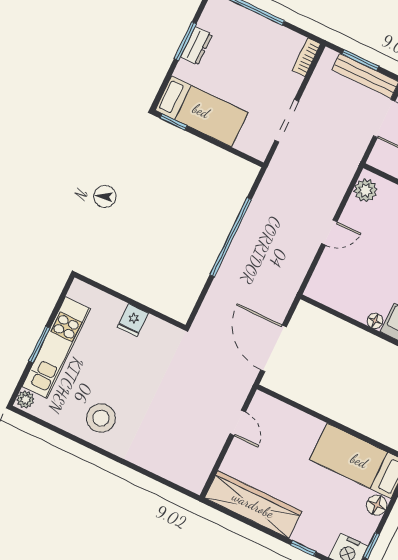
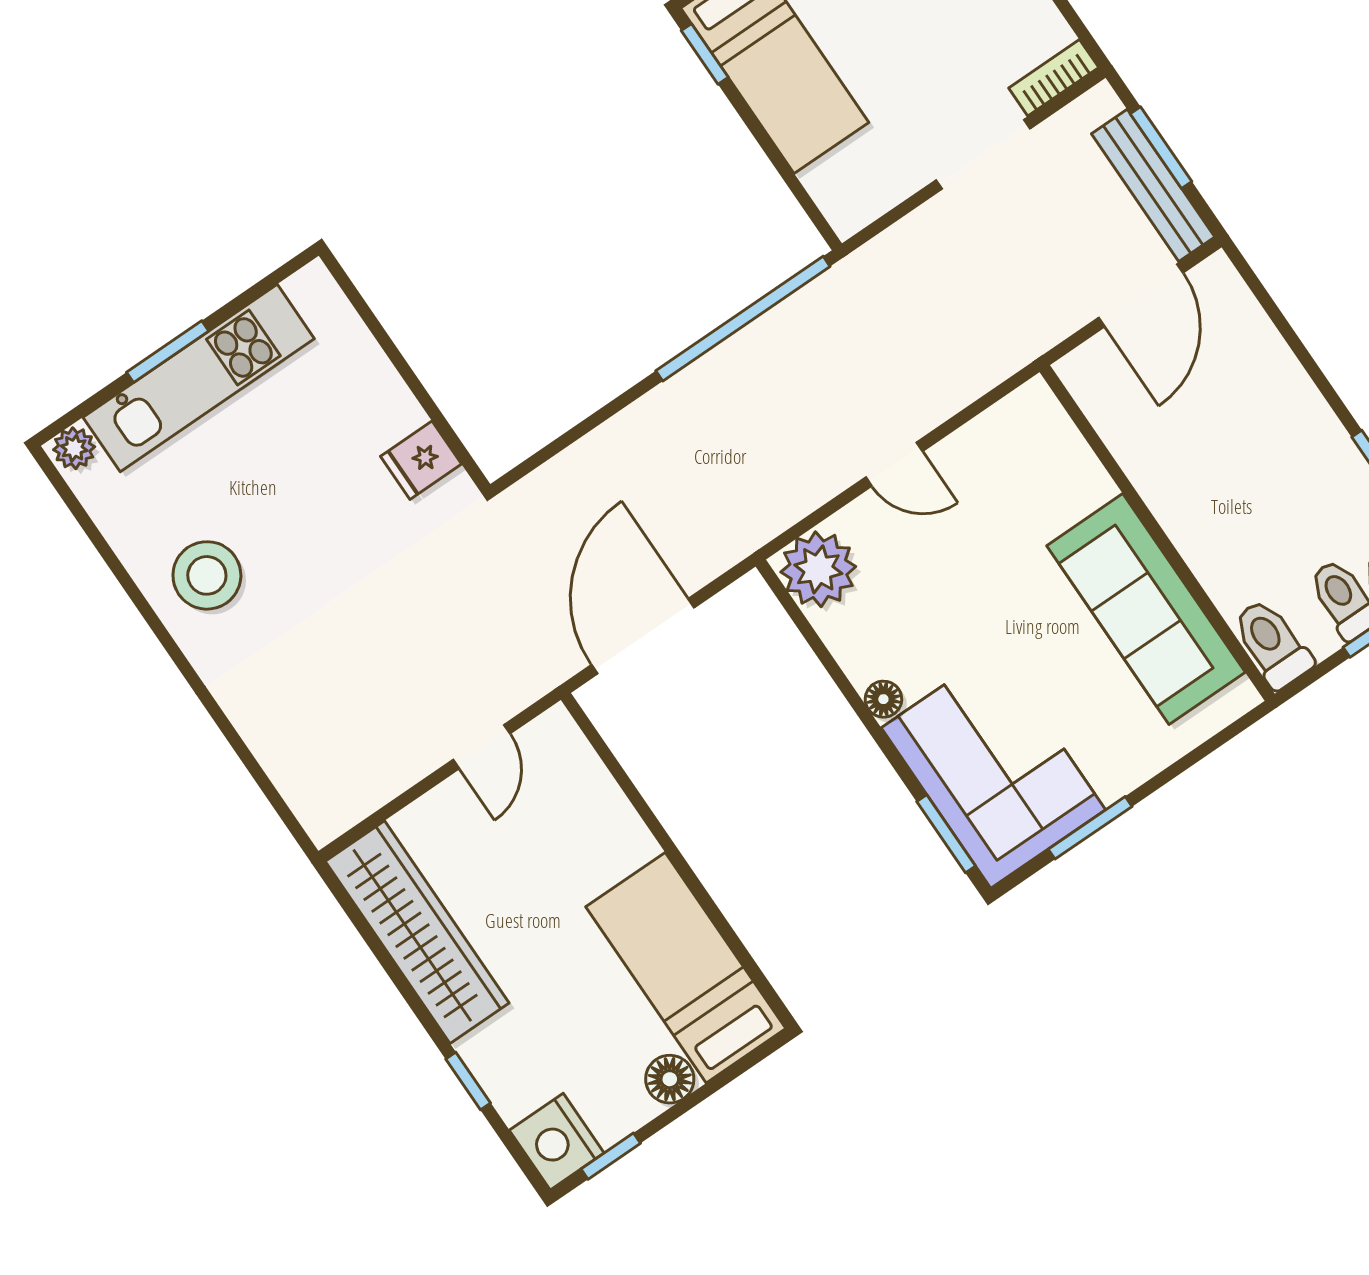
doorway: (287, 121) -> (983, 154), moved
plant: (365, 190) -> (818, 569), moved, width x1.36, depth x1.36
window: (231, 237) -> (743, 319), moved
fridge: (133, 320) -> (421, 460), moved

